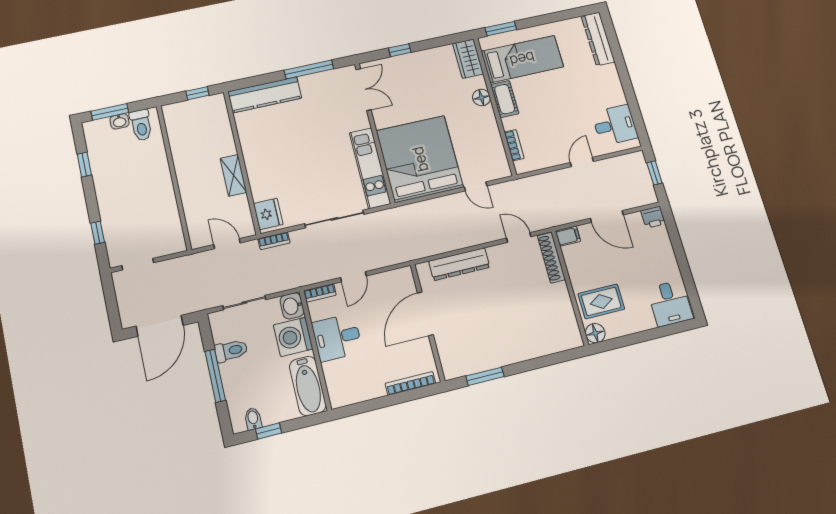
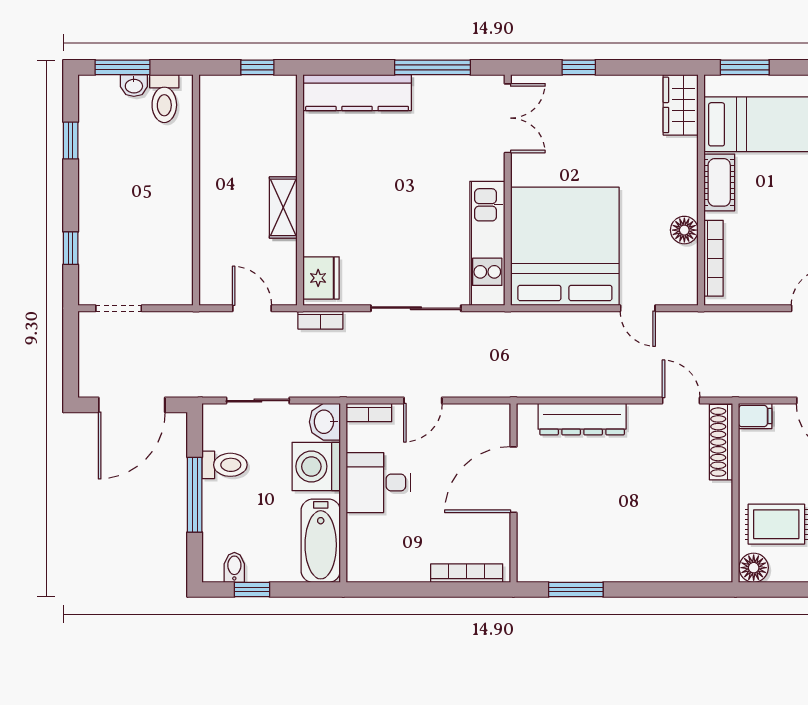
floor lamp: (481, 98) -> (684, 230), moved
bookcase: (514, 145) -> (714, 258), width x1.56

